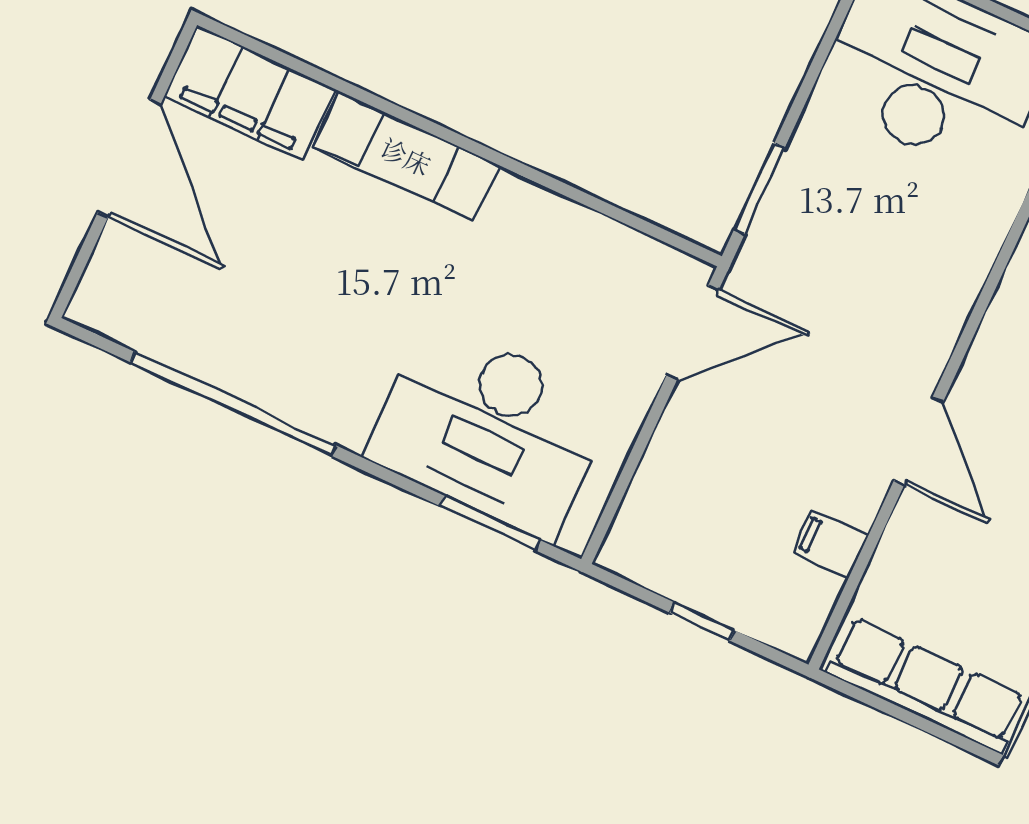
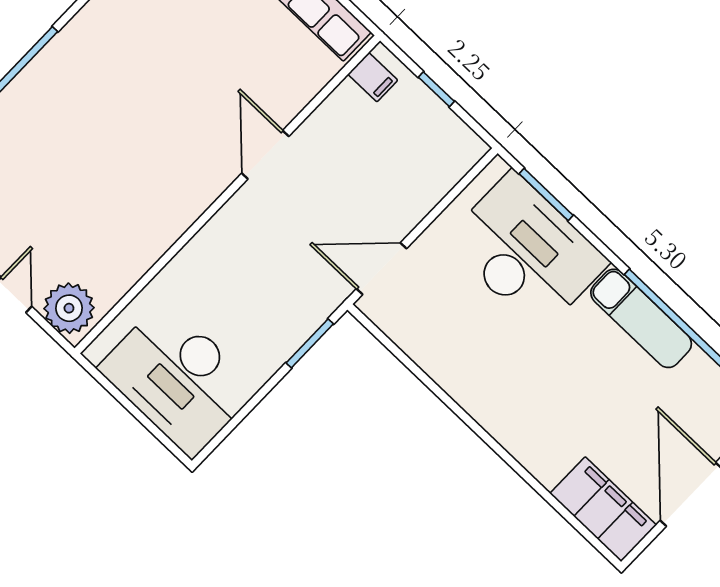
exam couch: (406, 156) -> (641, 318), moved, turned 180
filing cabinet: (830, 544) -> (373, 77), moved

